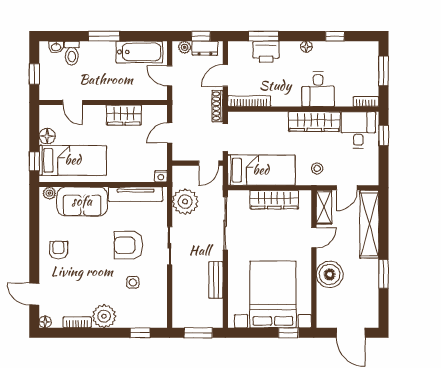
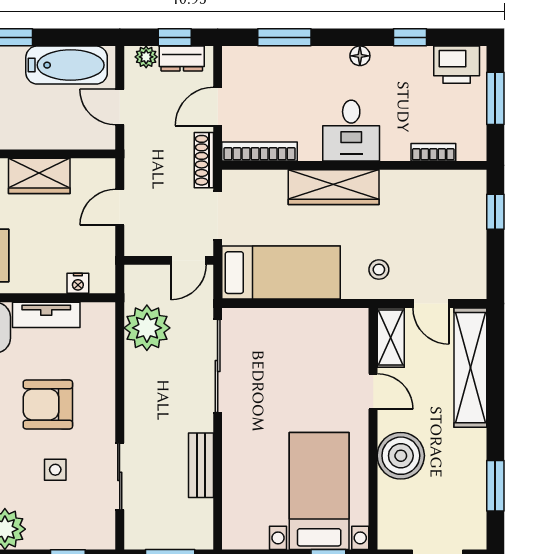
printer: (266, 52) -> (457, 65), moved
desk: (318, 89) -> (351, 131), moved
bookcase: (366, 102) -> (433, 152), moved
wardrobe: (314, 121) -> (334, 187), moved
desk: (358, 130) -> (451, 202), removed
nightstand: (161, 176) -> (78, 283), moved
door: (347, 188) -> (431, 304), hinge flipped
tv unit: (136, 194) -> (46, 315), width x0.71
wardrobe: (274, 200) -> (304, 324), removed
door: (314, 238) -> (373, 391), hinge flipped
sliding door: (170, 246) -> (120, 476), moved
window: (383, 274) -> (495, 486), moved
bed with nightstands: (273, 294) -> (319, 491), width x0.73

